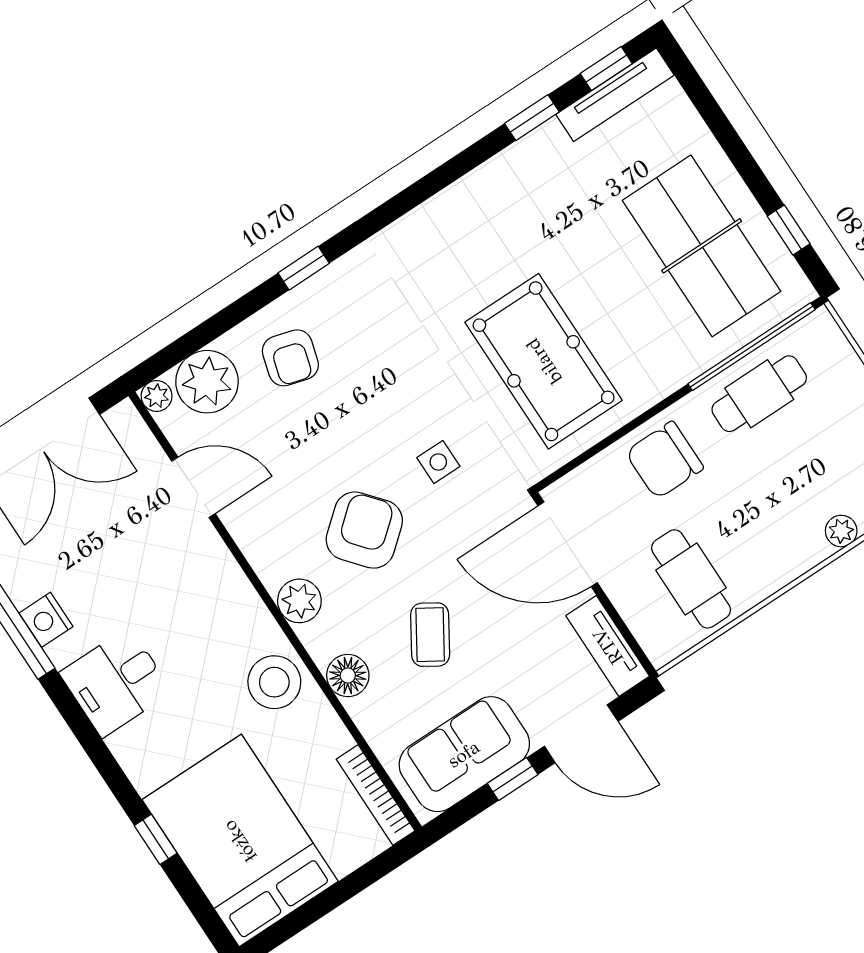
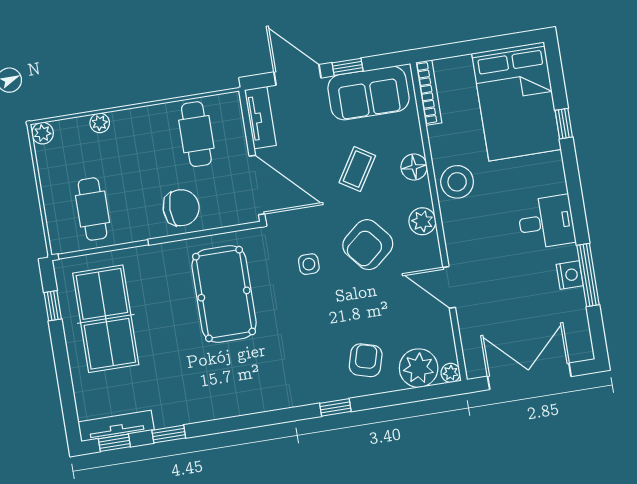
cafe table: (759, 394) -> (93, 209), moved, turned 90
door: (193, 487) -> (449, 287), moved

